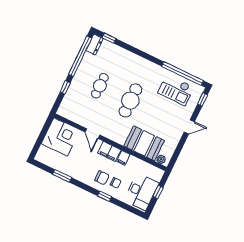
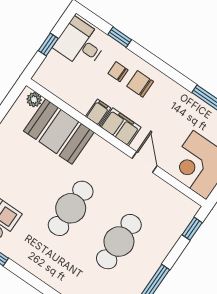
cafe table: (100, 86) -> (119, 242), width x1.37, depth x1.35
window: (65, 87) -> (192, 229), moved
desk: (141, 192) -> (81, 44), width x0.73
window: (105, 196) -> (120, 37), moved

